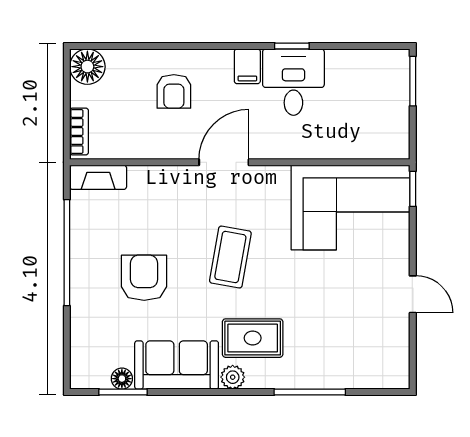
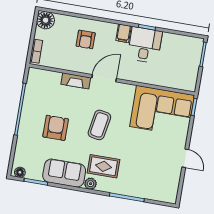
fireplace: (98, 177) -> (76, 81), moved
floor lamp: (122, 379) -> (20, 172), moved

